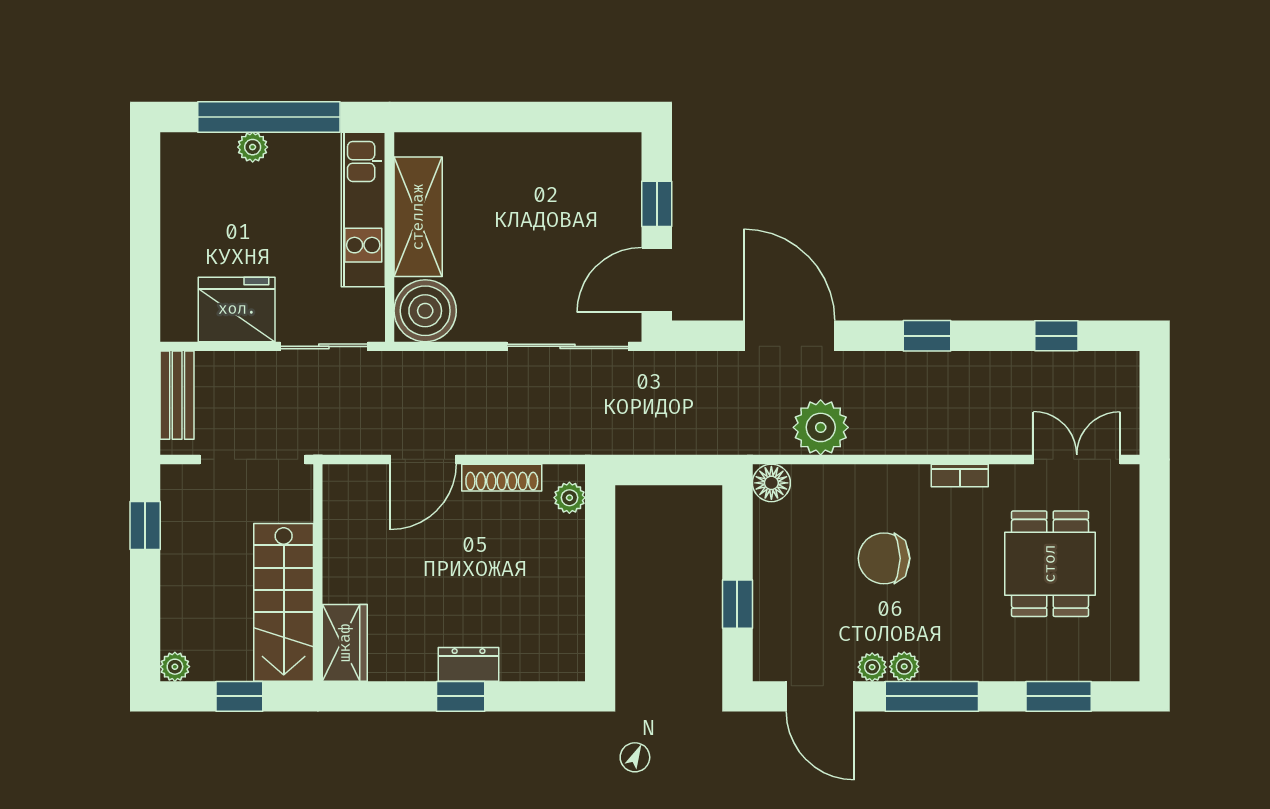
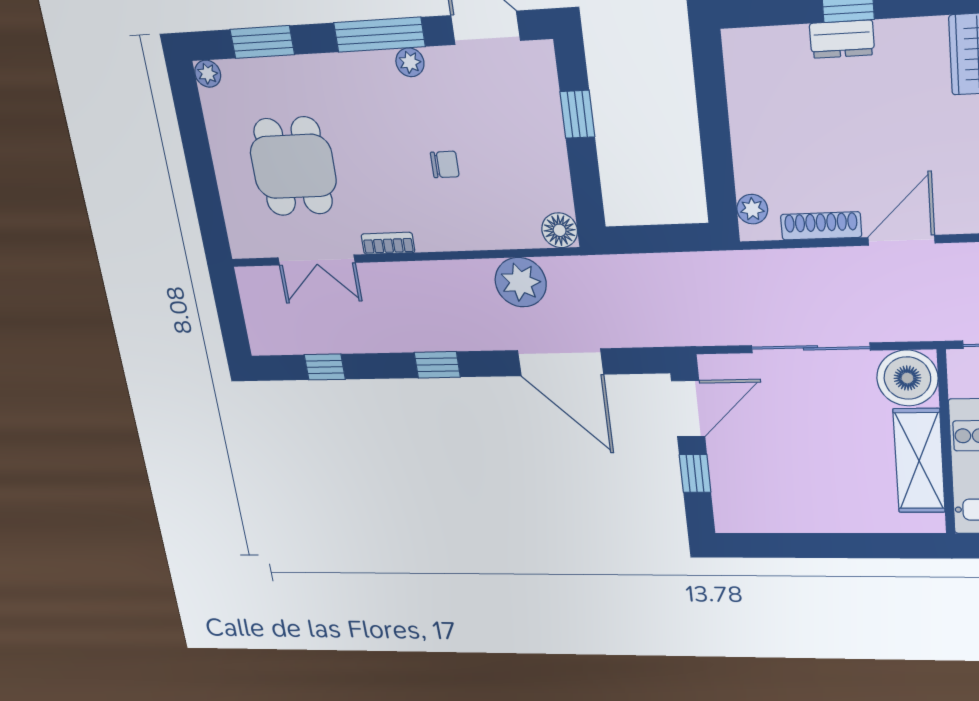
sliding door: (568, 346) -> (810, 348), moved
double door: (1077, 459) -> (316, 260), moved
chair: (884, 558) -> (445, 164), width x0.54, depth x0.54
plant: (872, 667) -> (208, 74), moved

